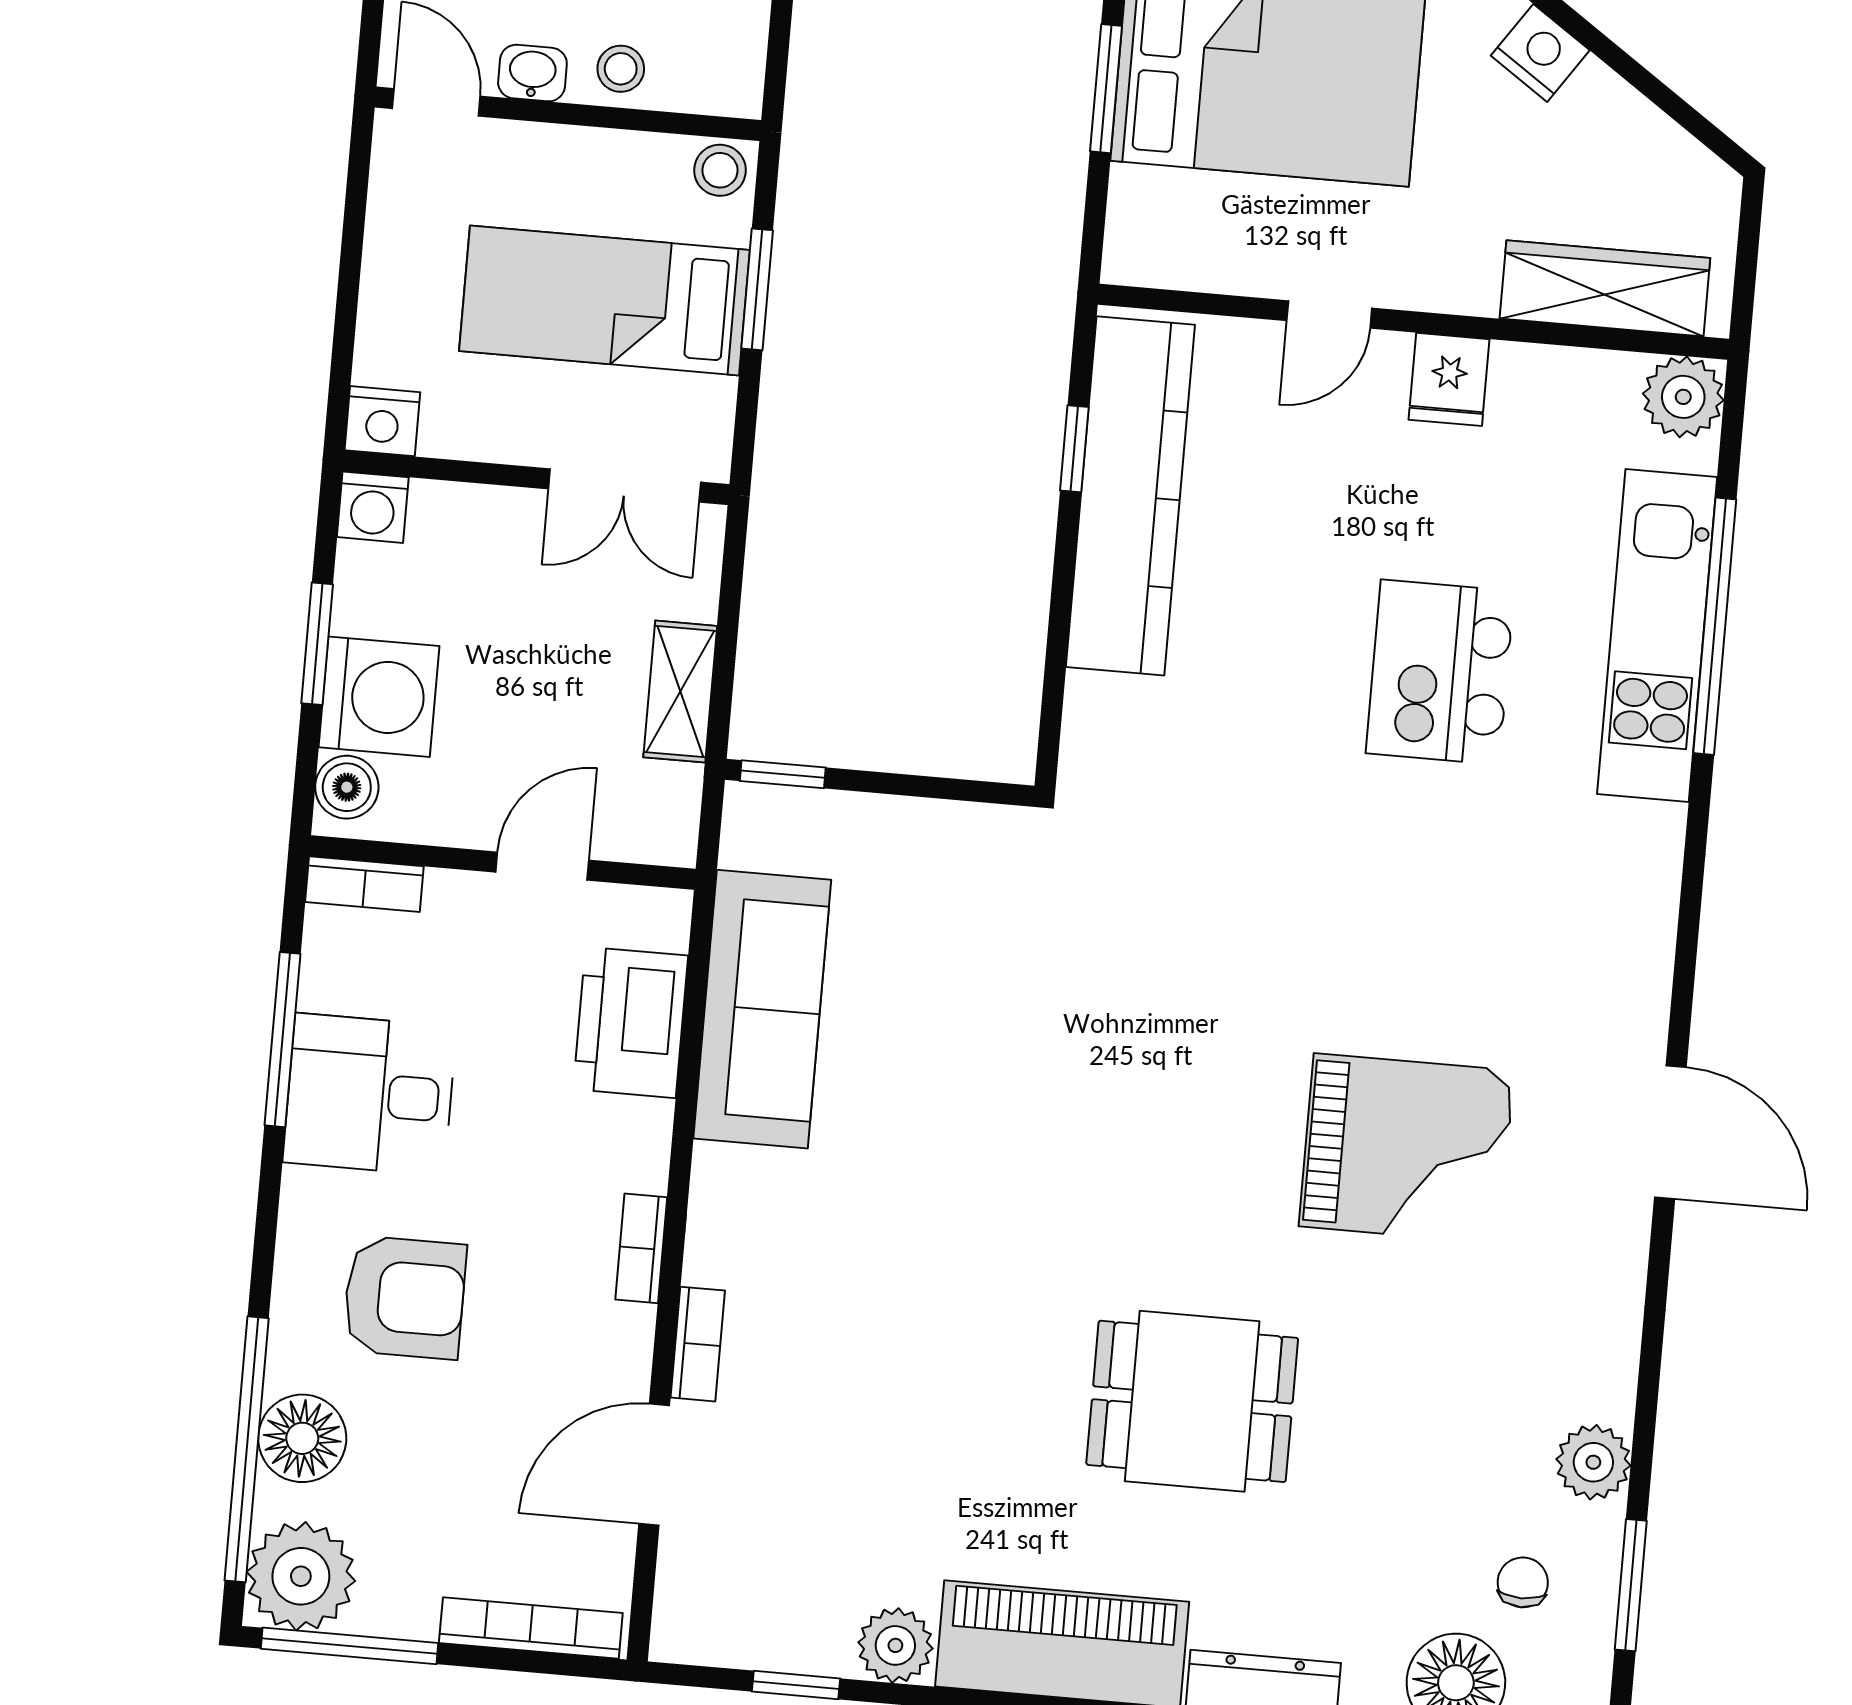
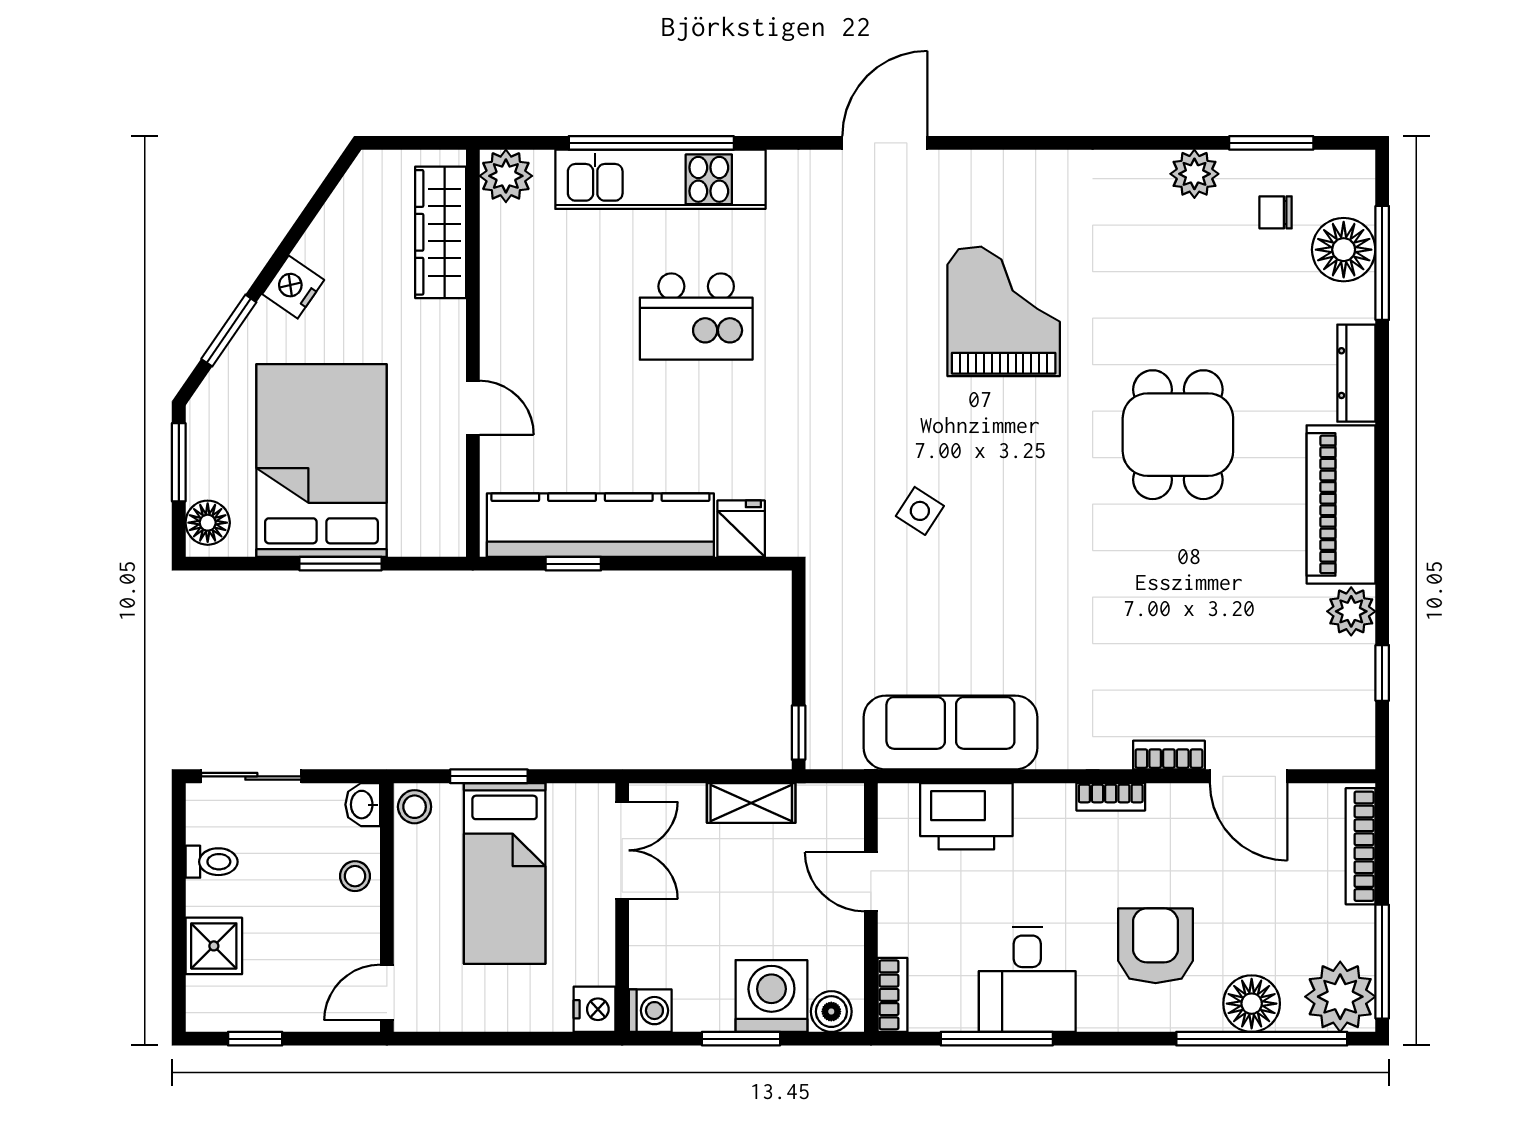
washbasin: (532, 73) -> (363, 805), moved
fridge: (1449, 379) -> (741, 529), moved, turned -90
side table: (1109, 992) -> (920, 511), added
door: (1670, 1132) -> (885, 143), moved

